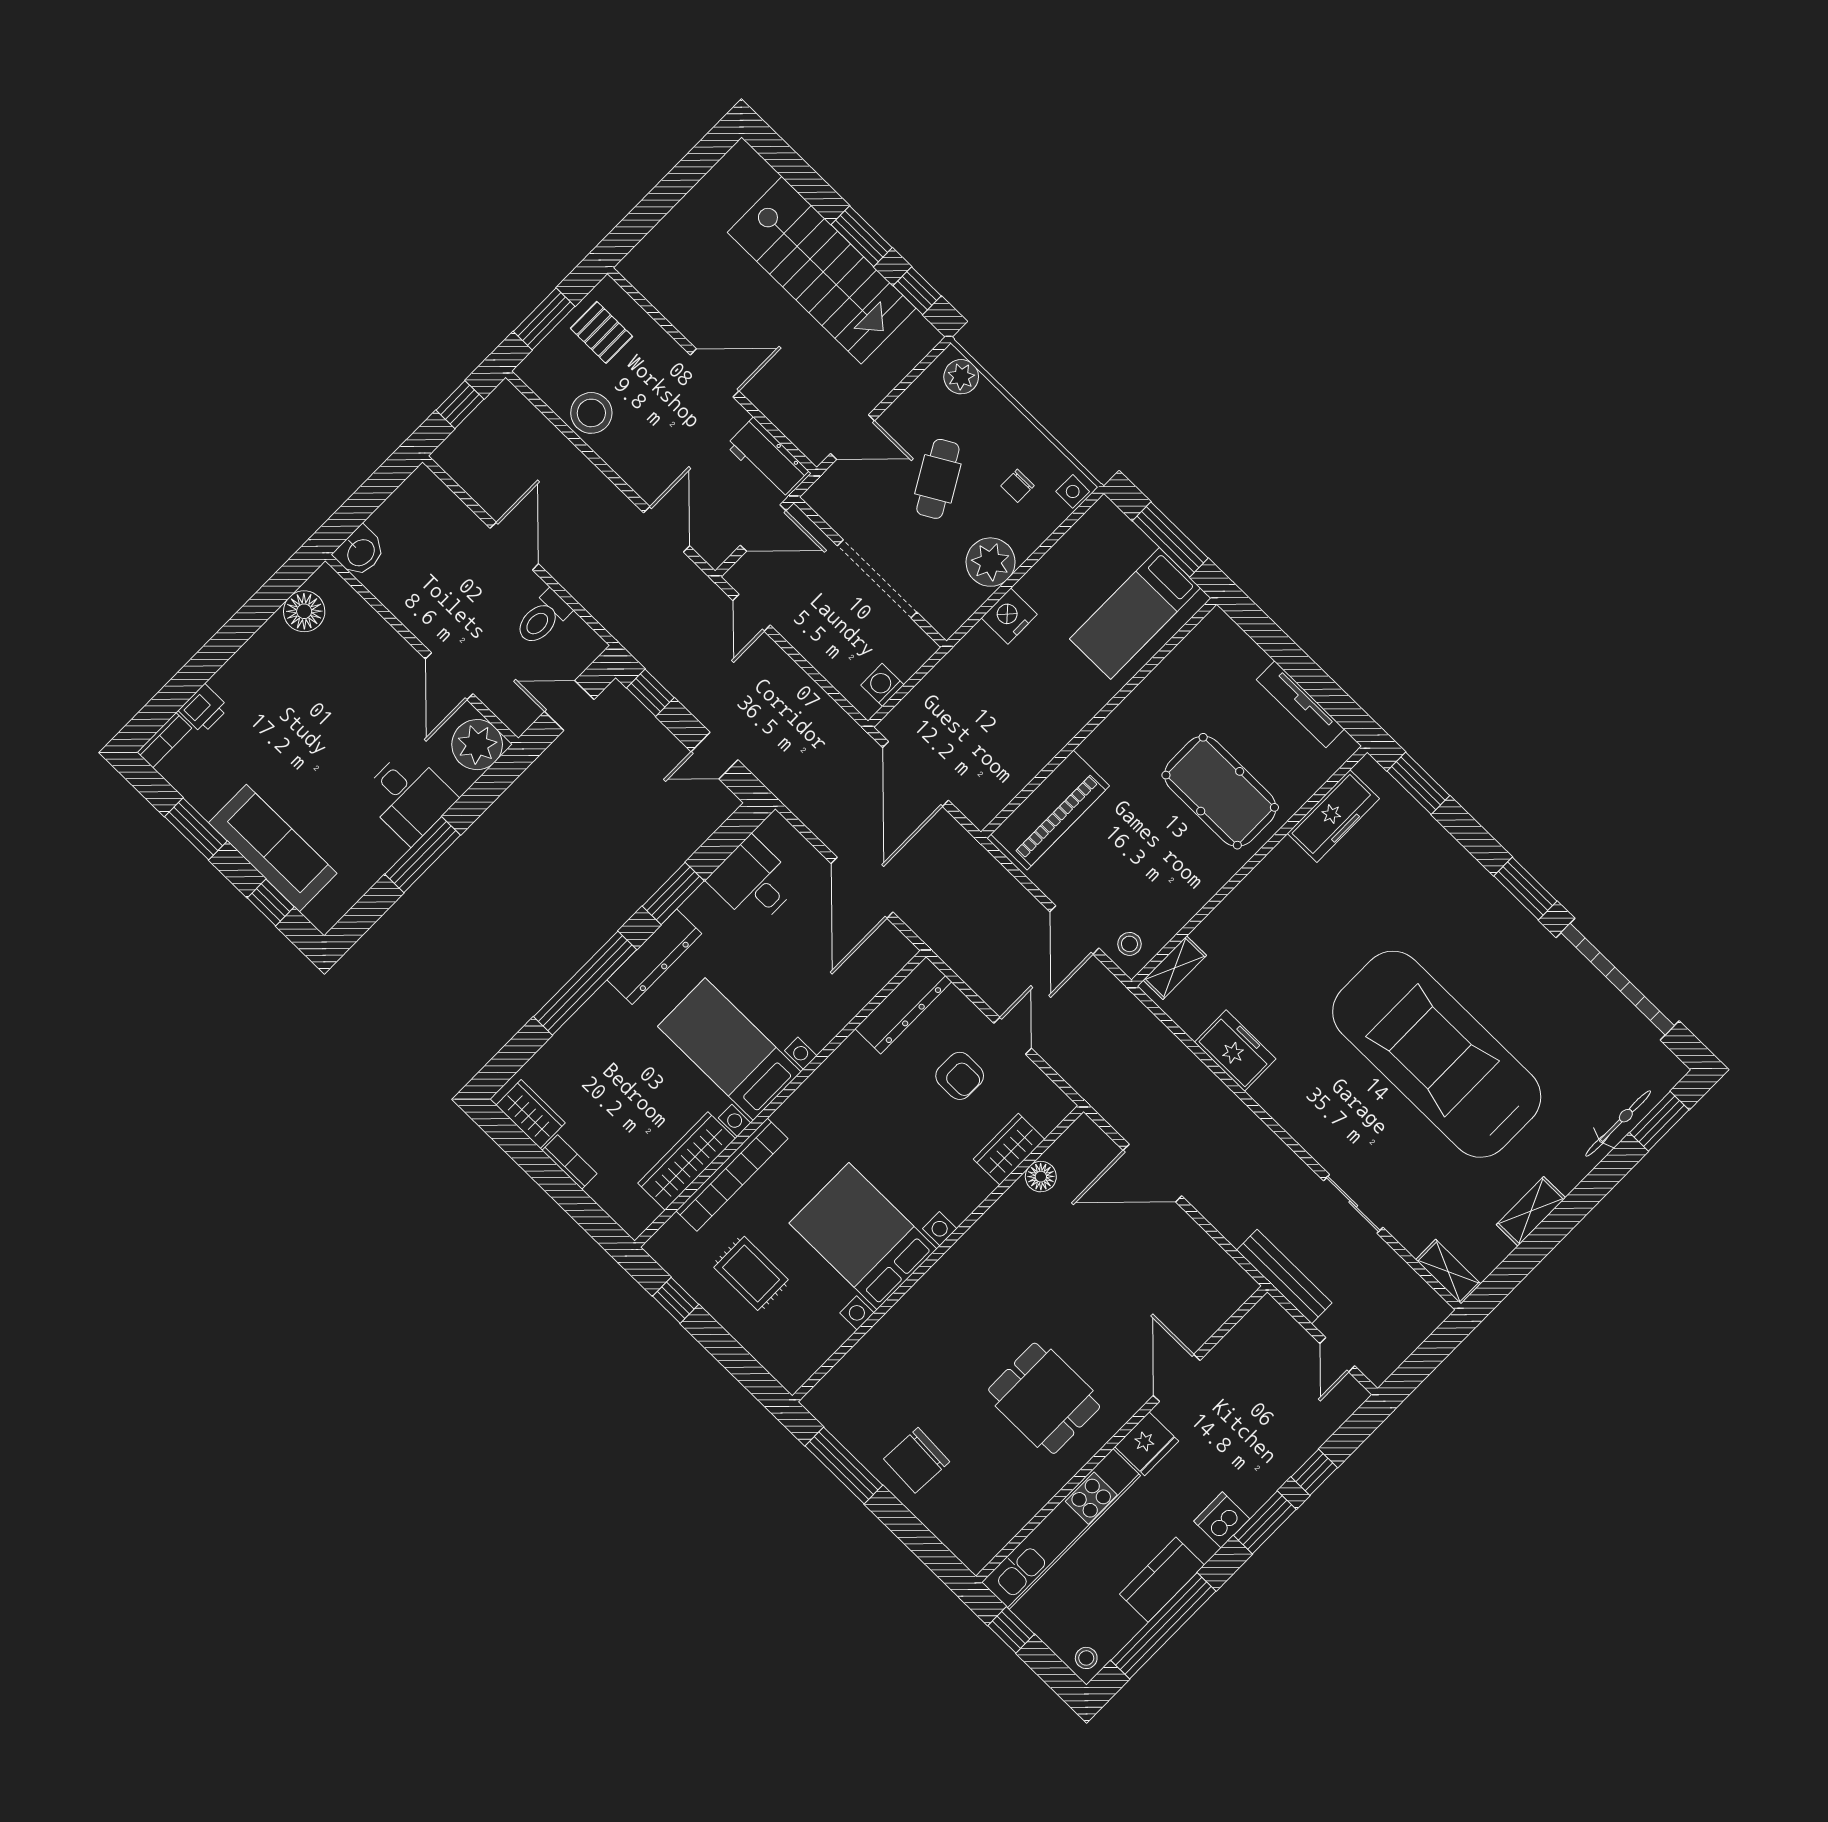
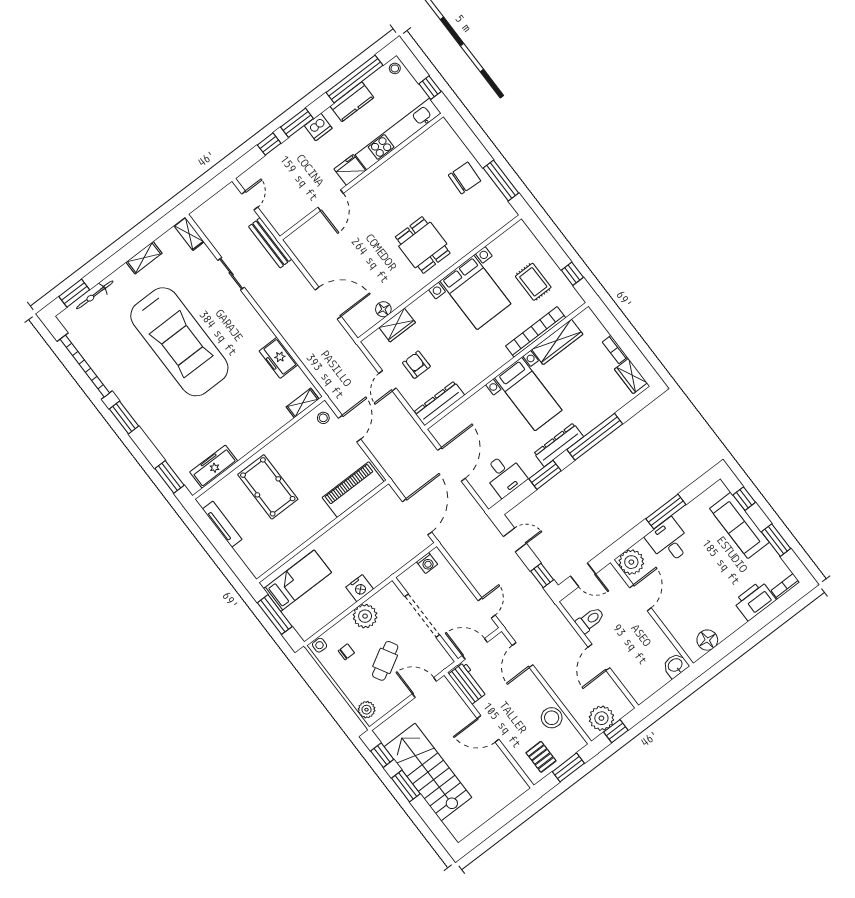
plant: (492, 426) -> (601, 718), added
printer: (204, 709) -> (755, 601), width x1.87, depth x1.48
dining table: (1044, 1398) -> (423, 245), moved

